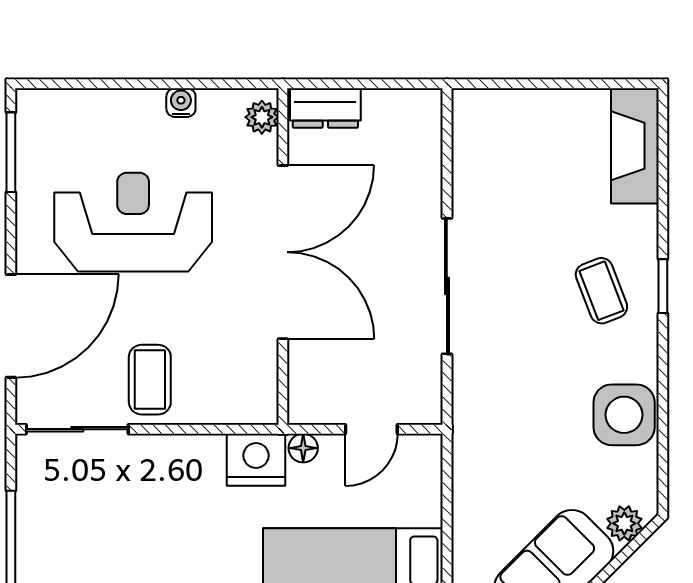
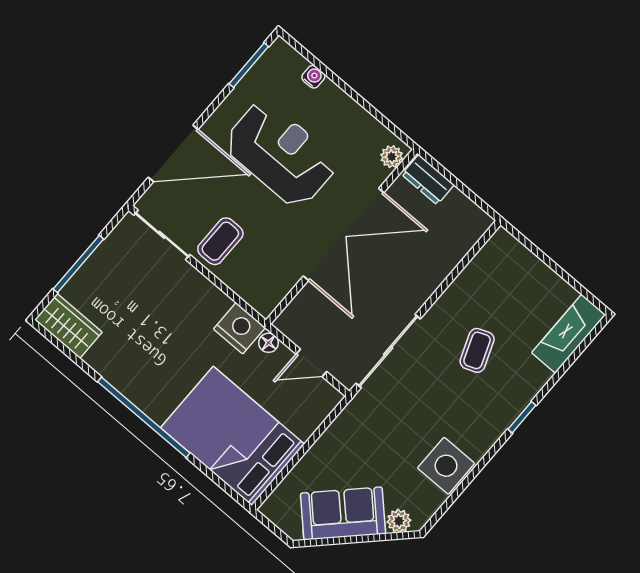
water cooler: (181, 103) -> (313, 77), moved
sliding door: (447, 286) -> (388, 351), moved
coffee table: (601, 291) -> (477, 350), moved

